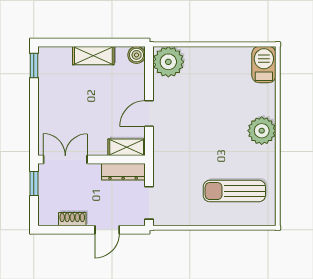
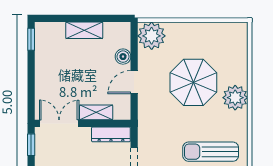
boiler: (137, 55) -> (123, 57), moved
barbecue: (264, 65) -> (237, 38), removed
parasol: (215, 114) -> (193, 82), added
shelving: (127, 147) -> (96, 112), moved

